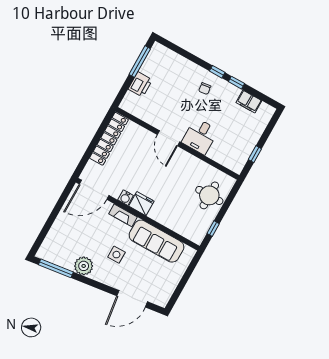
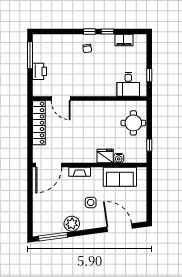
desk: (200, 136) -> (128, 84), moved
door: (169, 138) -> (61, 98), moved
water cooler: (126, 198) -> (119, 158), moved
fridge: (141, 204) -> (105, 156), moved
sofa: (156, 241) -> (120, 177), width x0.73
door: (132, 299) -> (120, 228), swing flipped

